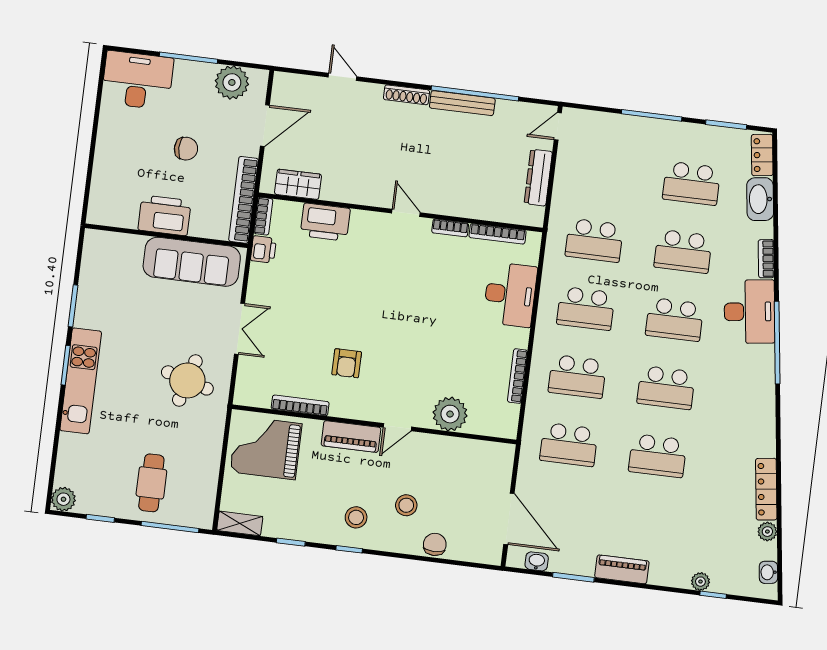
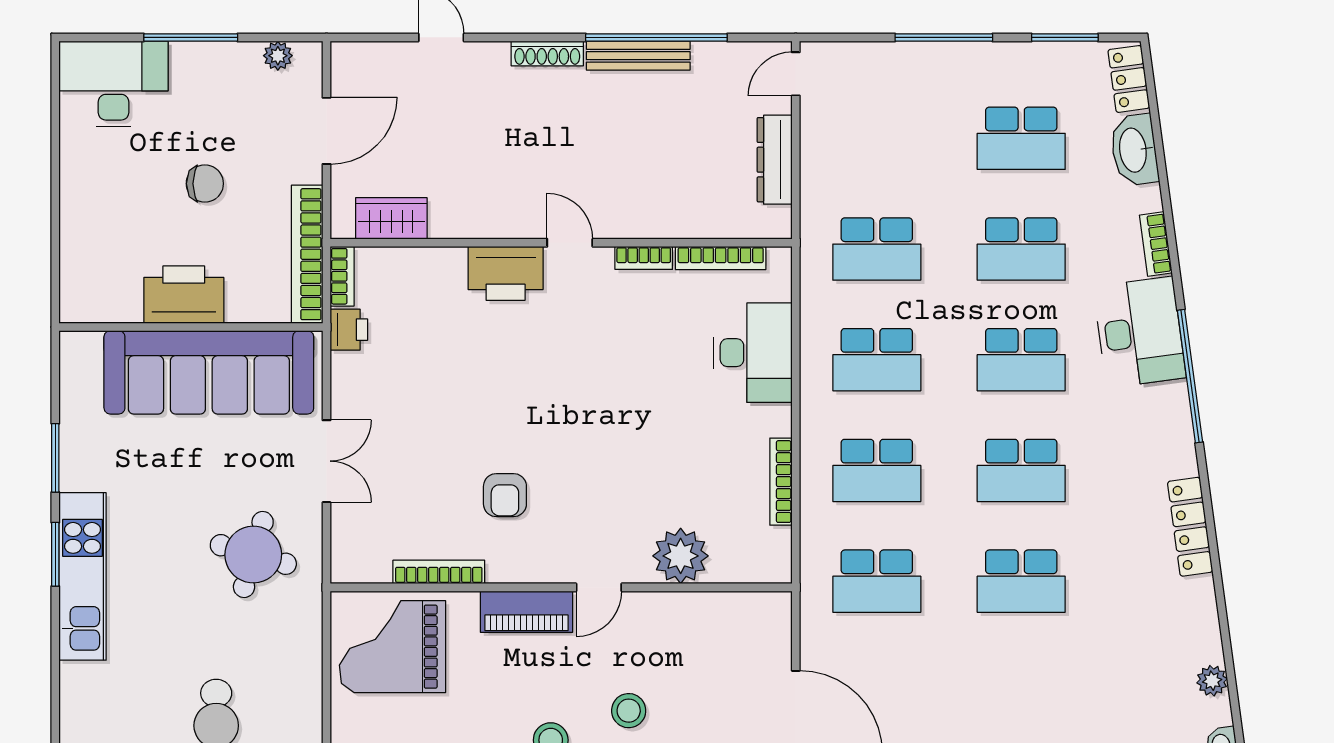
plant: (232, 82) -> (278, 56), width x0.53, depth x0.53
printer: (325, 222) -> (506, 273), moved
sofa: (192, 262) -> (209, 372), width x1.36, depth x1.27
locker: (766, 489) -> (1190, 527), moved

